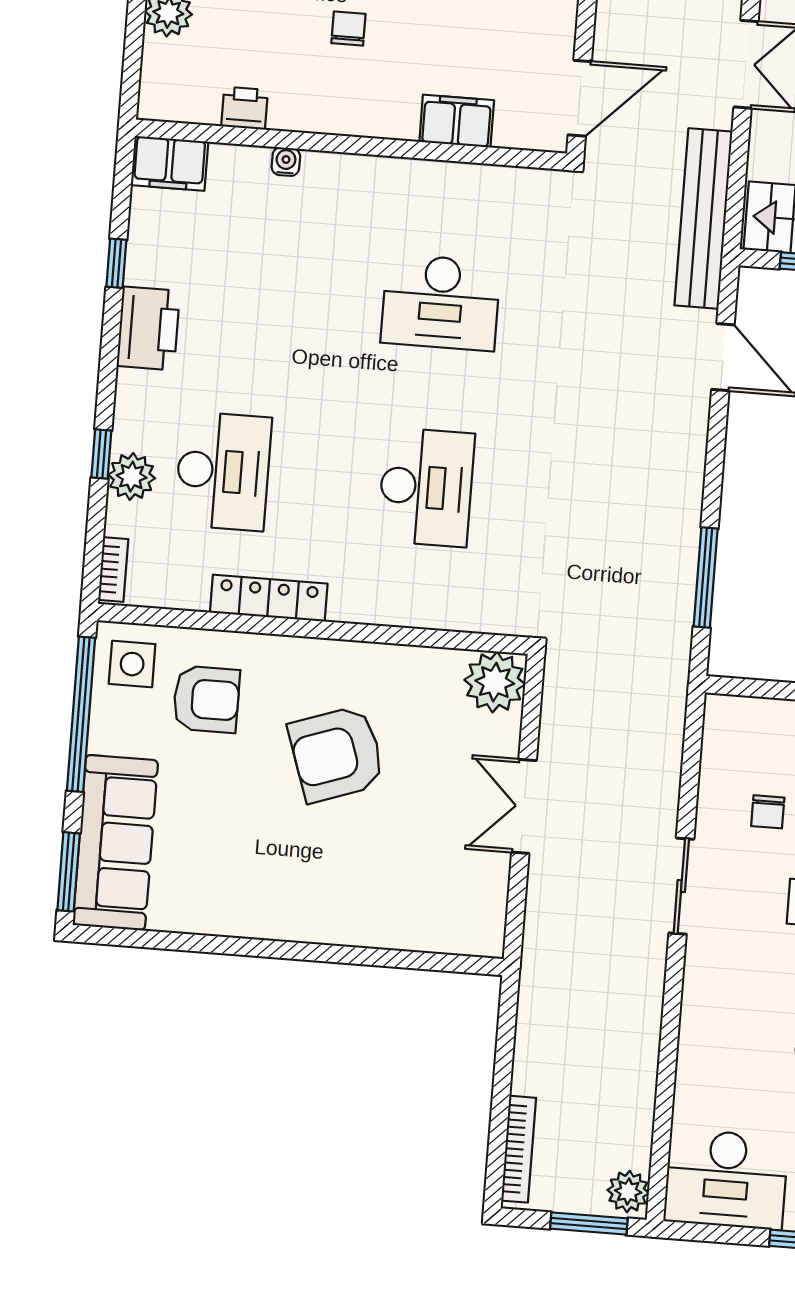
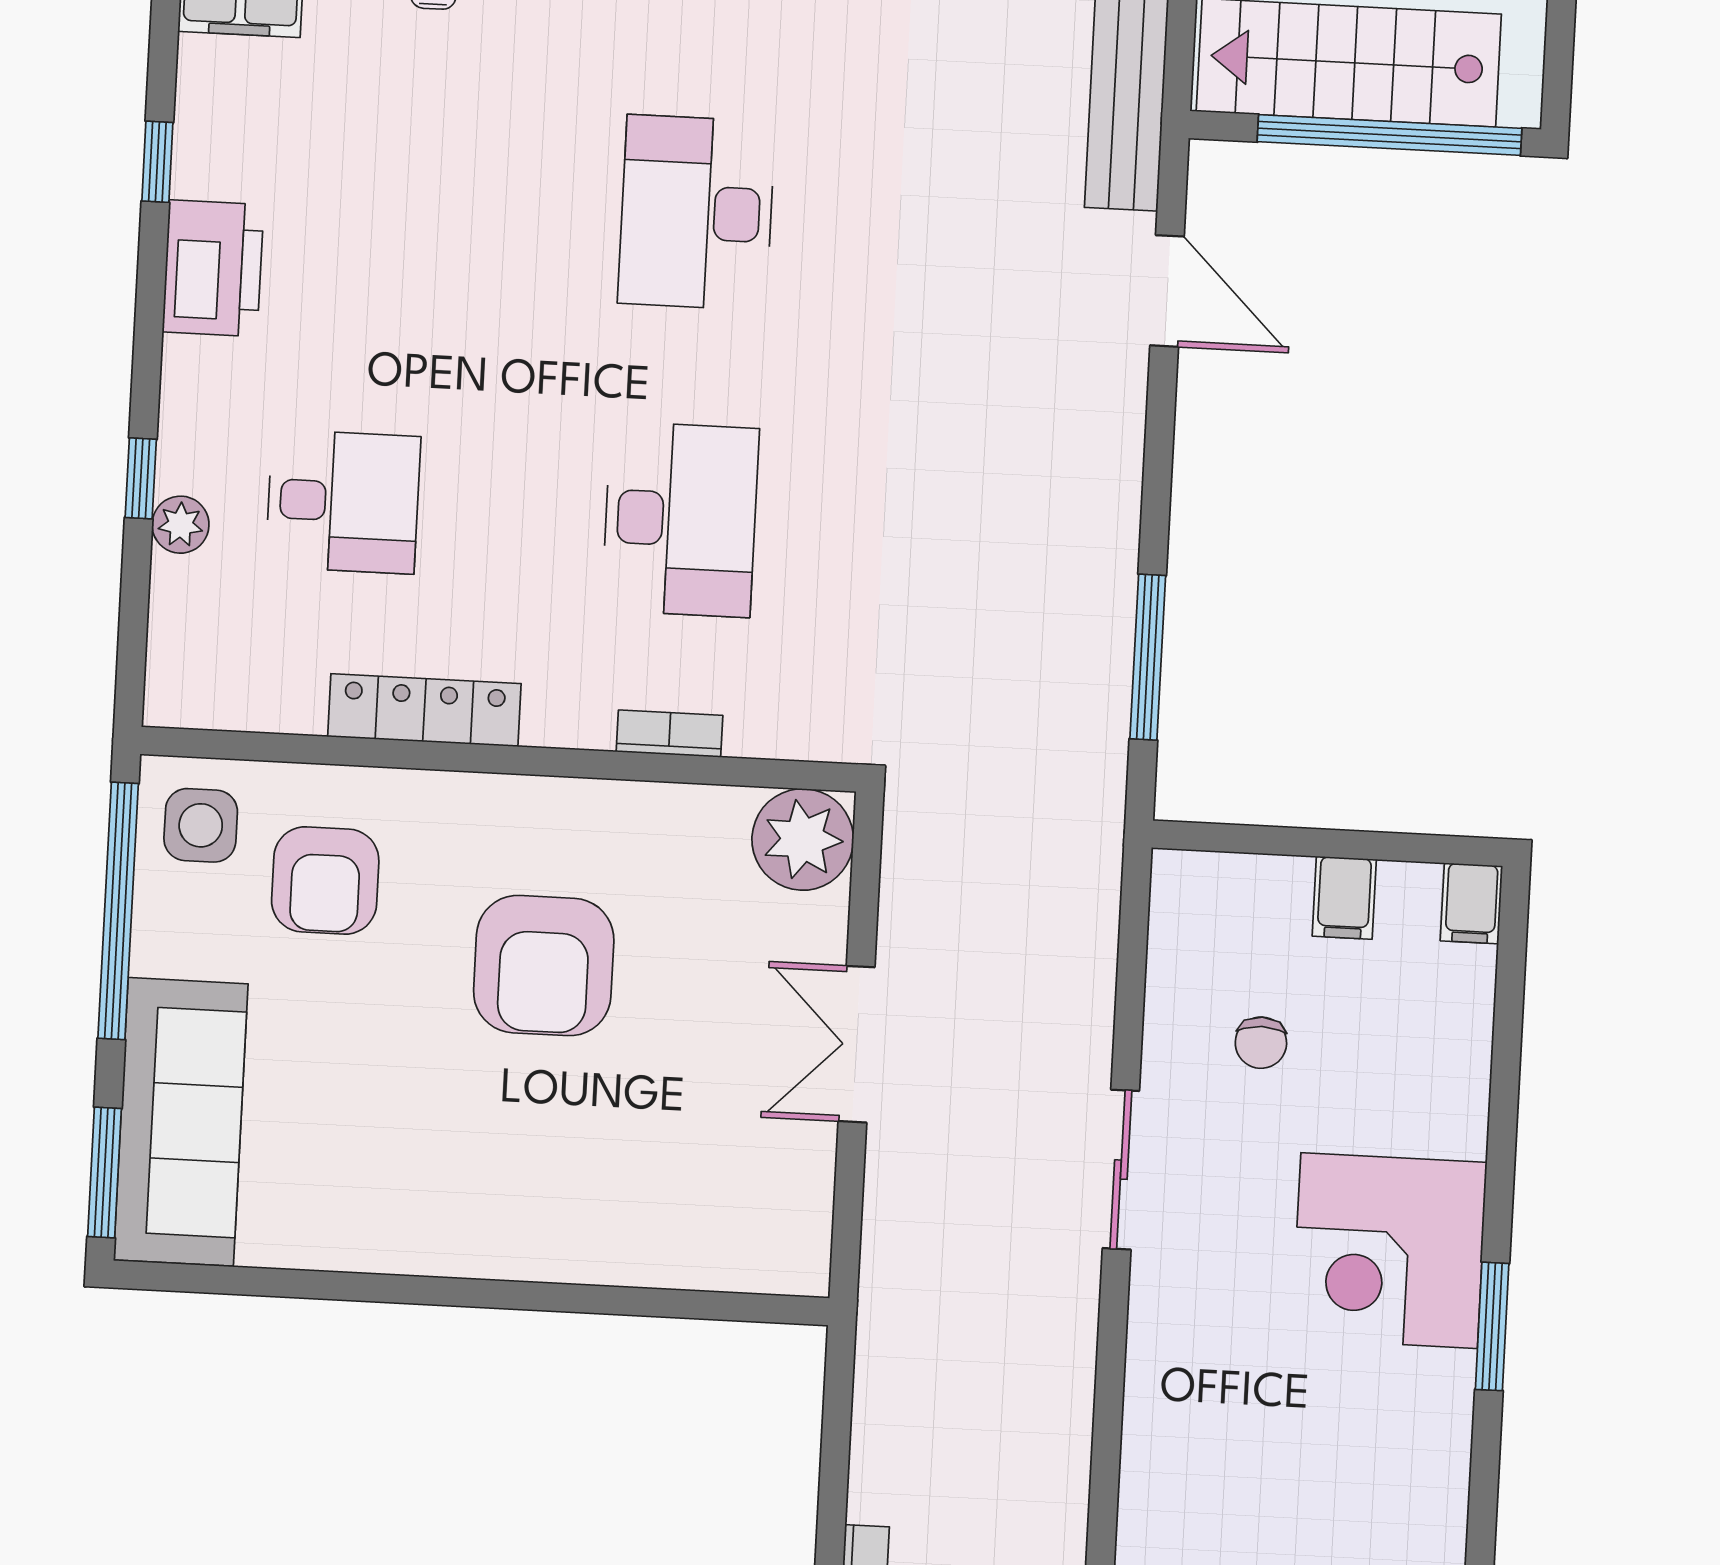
desk: (441, 302) -> (697, 213), turned 90
desk: (223, 471) -> (343, 502), width x0.73
plant: (132, 477) -> (180, 525), width x0.73, depth x0.73
bookcase: (113, 570) -> (670, 734), moved, turned -90
armchair: (206, 699) -> (325, 881), turned 90
armchair: (337, 754) -> (544, 966), turned -71

